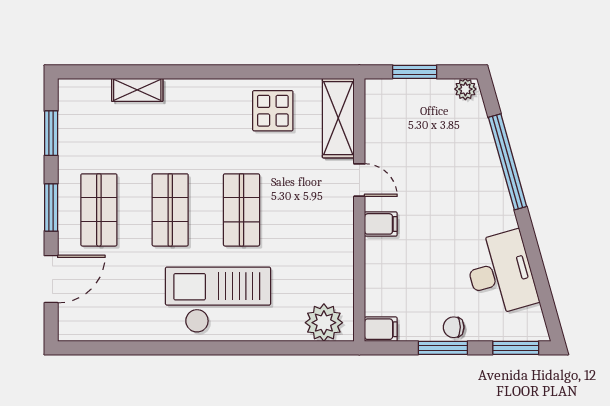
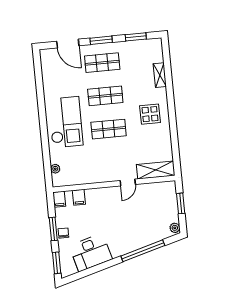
display table: (273, 111) -> (150, 114), moved
filing cabinet: (381, 224) -> (79, 197), moved
plant: (324, 323) -> (55, 169), width x0.53, depth x0.53

